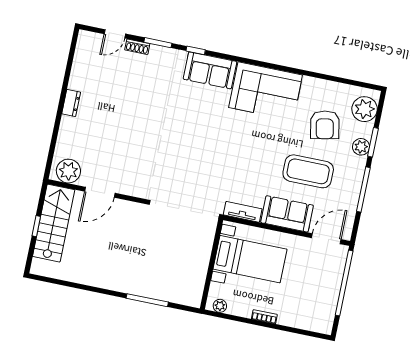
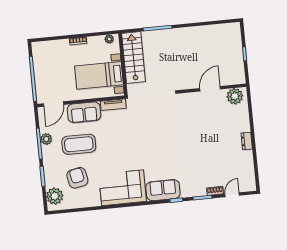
plant: (361, 147) -> (46, 139), moved
stairs: (54, 223) -> (134, 57), moved, turned 180

